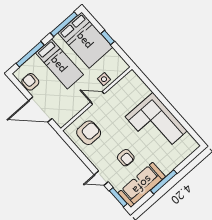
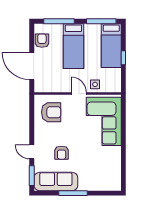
bed: (85, 40) -> (111, 46), width x0.67
corner sofa: (156, 124) -> (104, 121), moved

